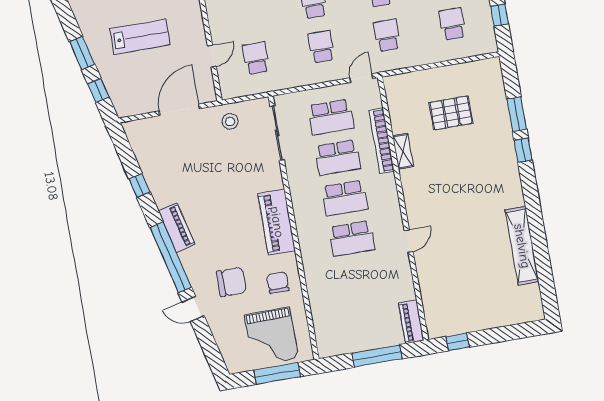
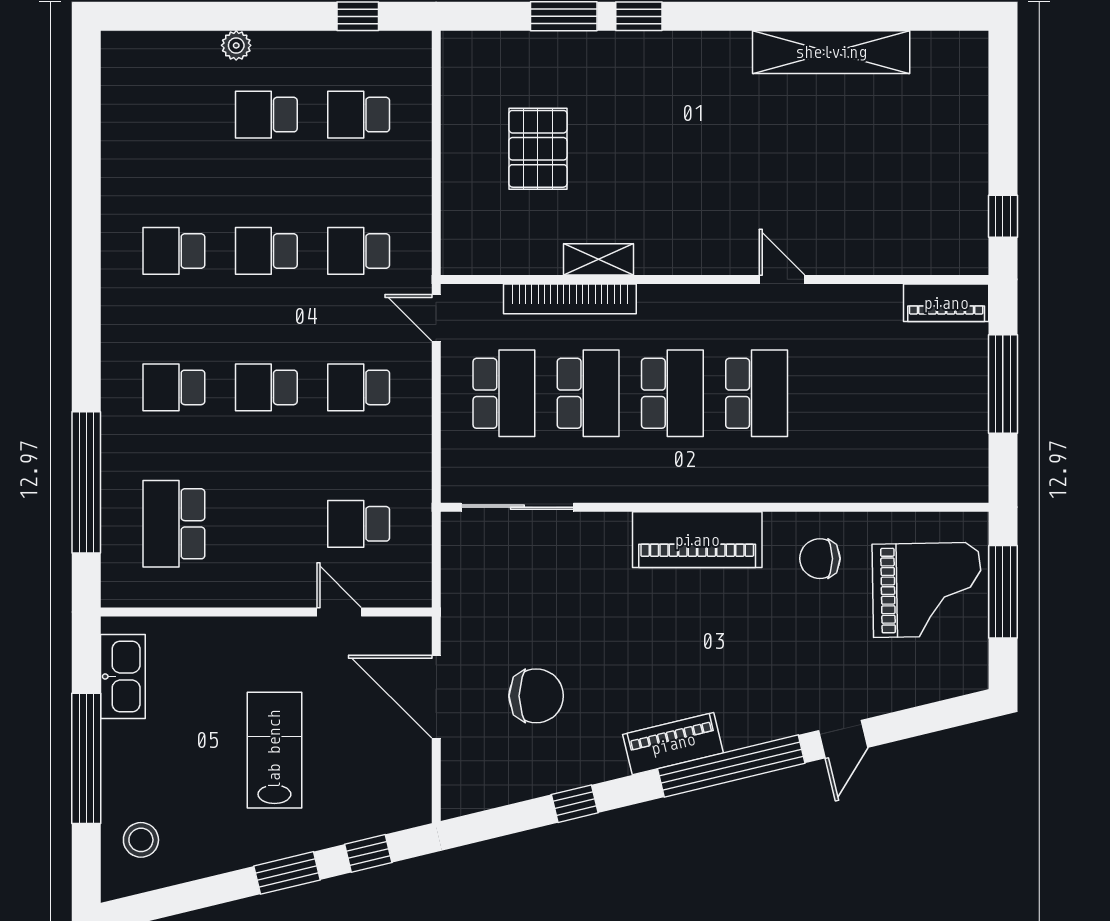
stool: (230, 121) -> (477, 598), removed
chair: (231, 282) -> (536, 696), moved, turned 90

